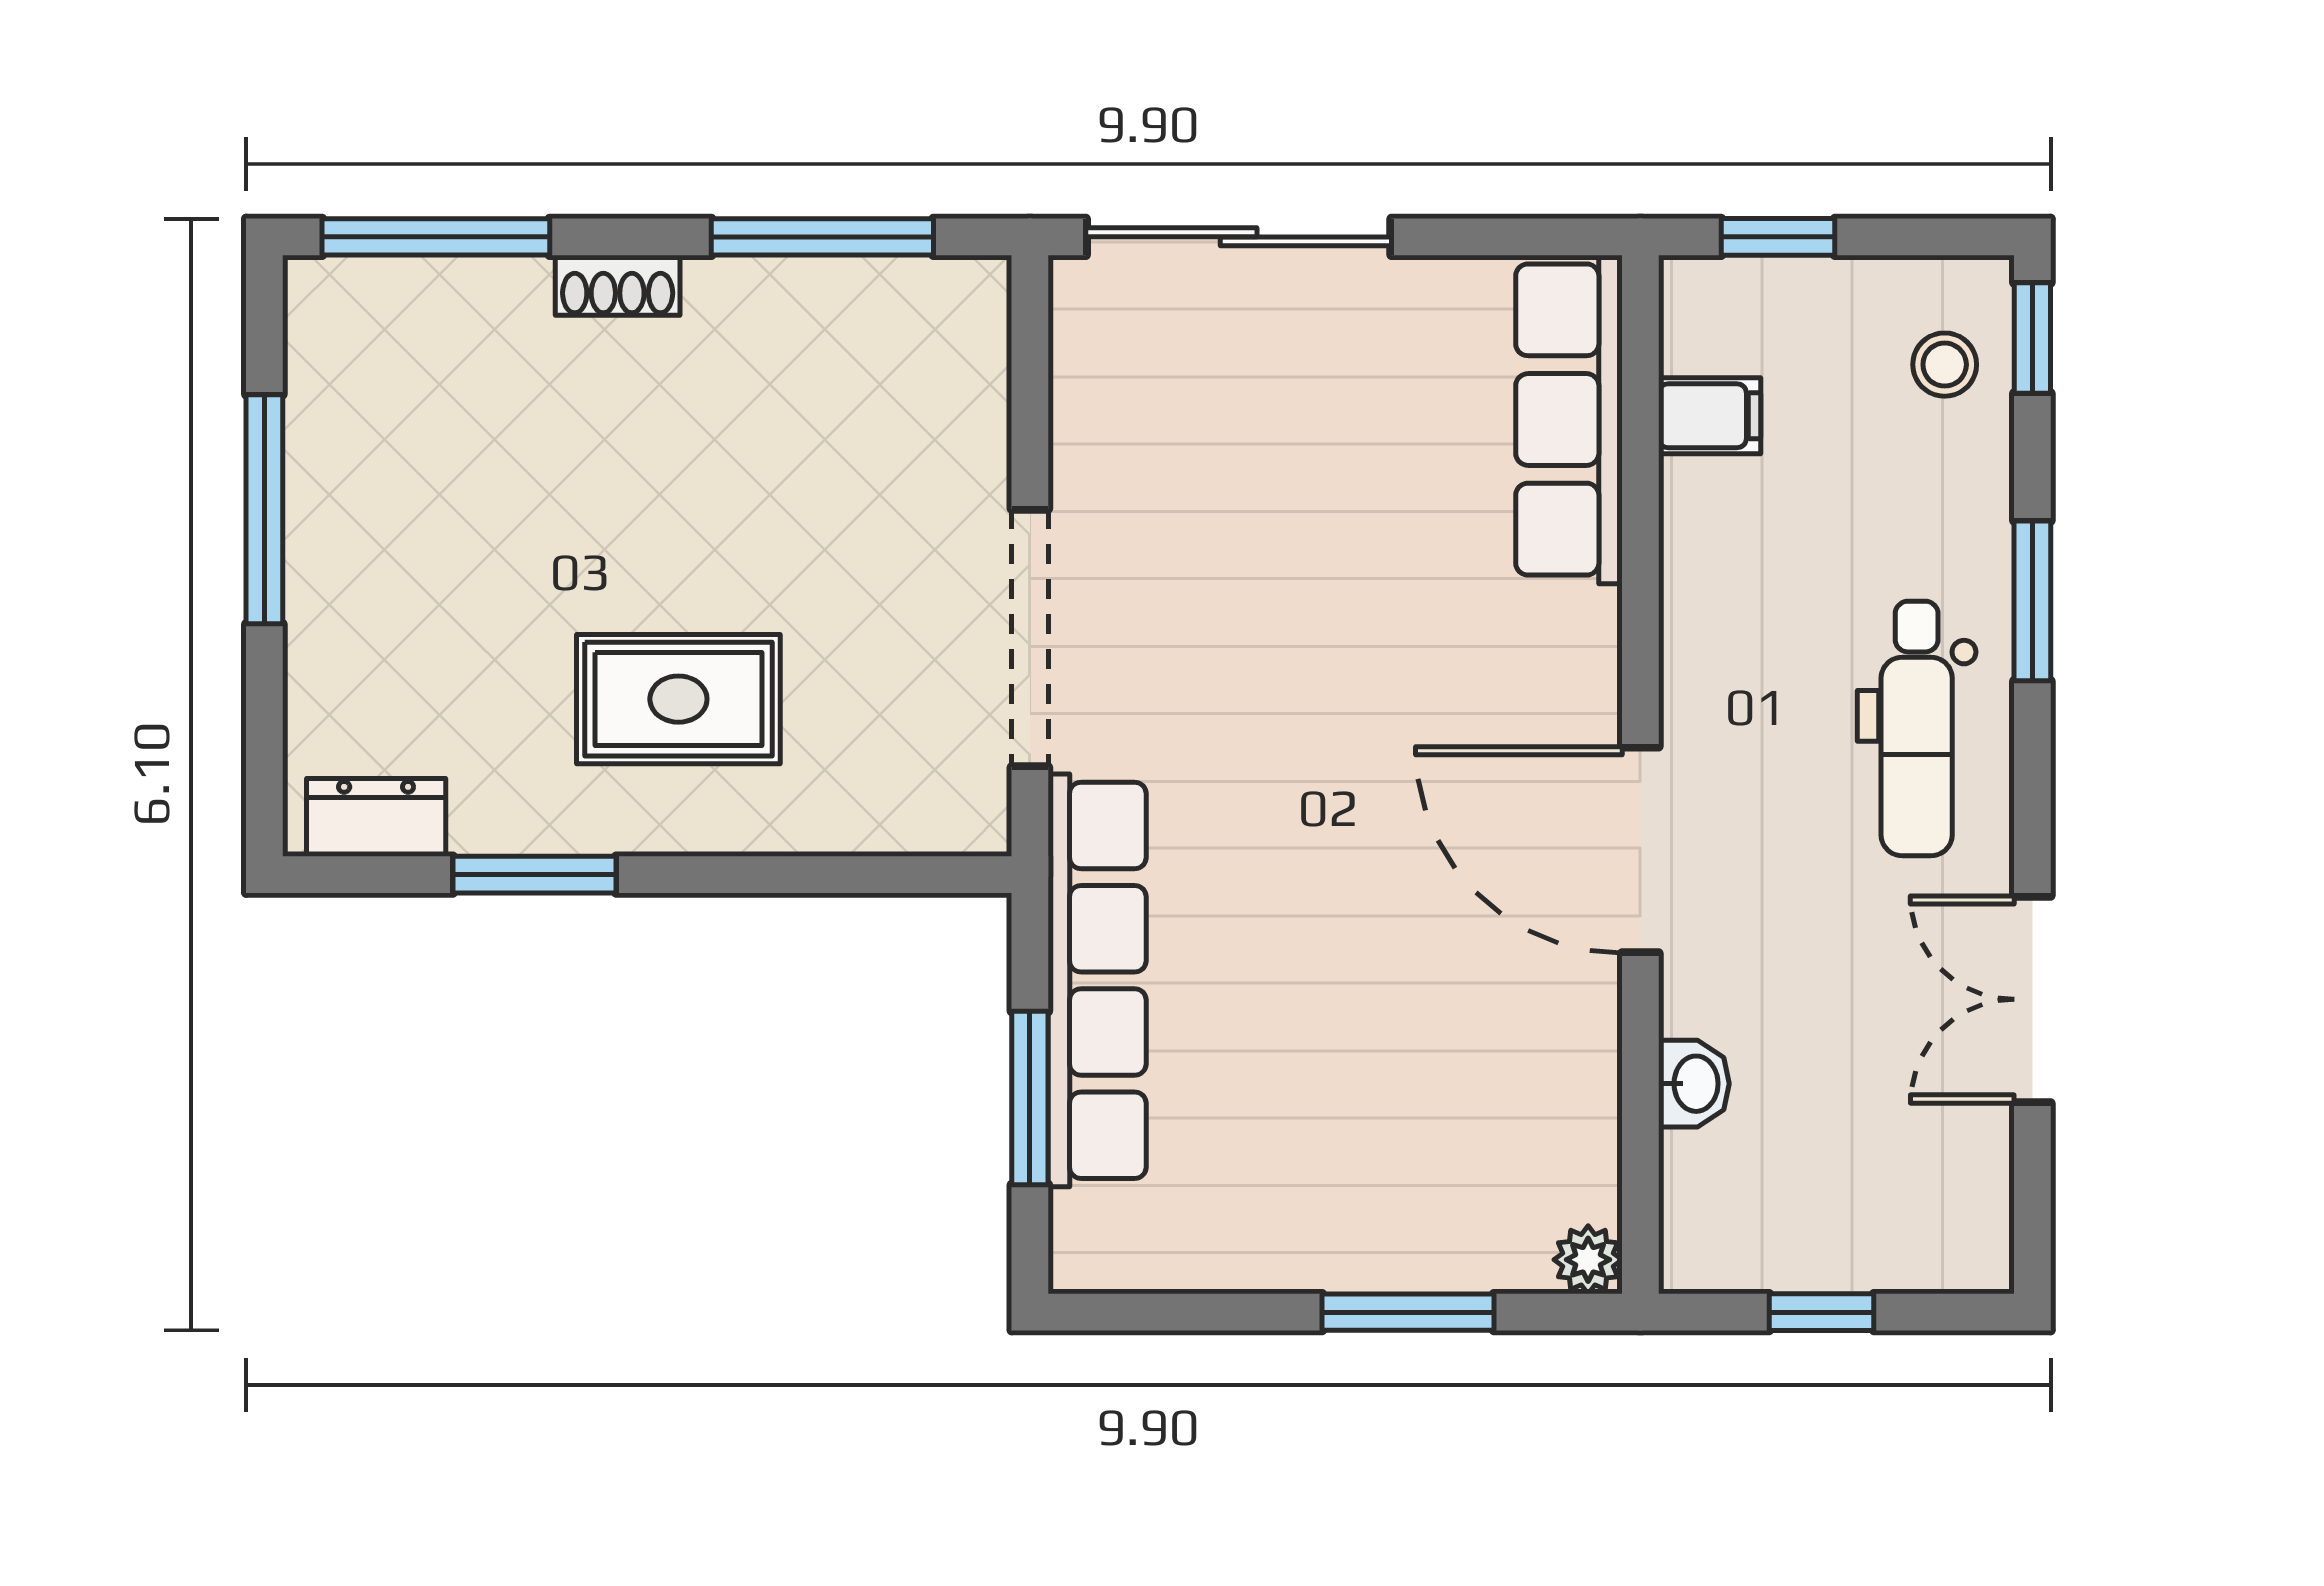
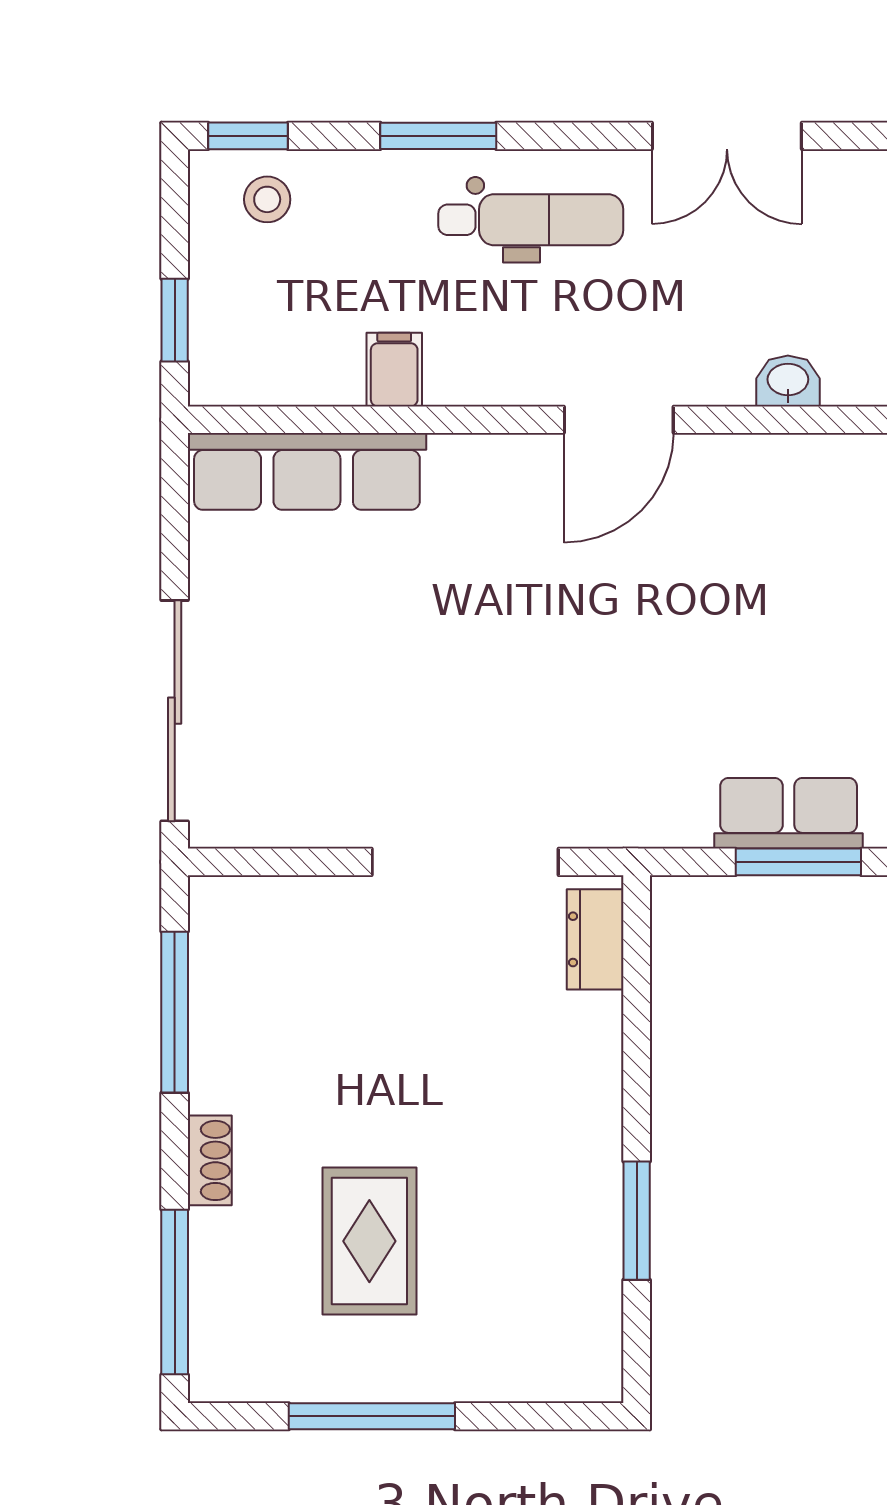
filing cabinet: (1710, 416) -> (394, 370), moved
rug: (678, 699) -> (369, 1241), moved
dresser: (376, 817) -> (595, 939), moved
door: (1640, 850) -> (619, 420), width x0.73
row of seats: (1097, 980) -> (789, 813), width x0.50

